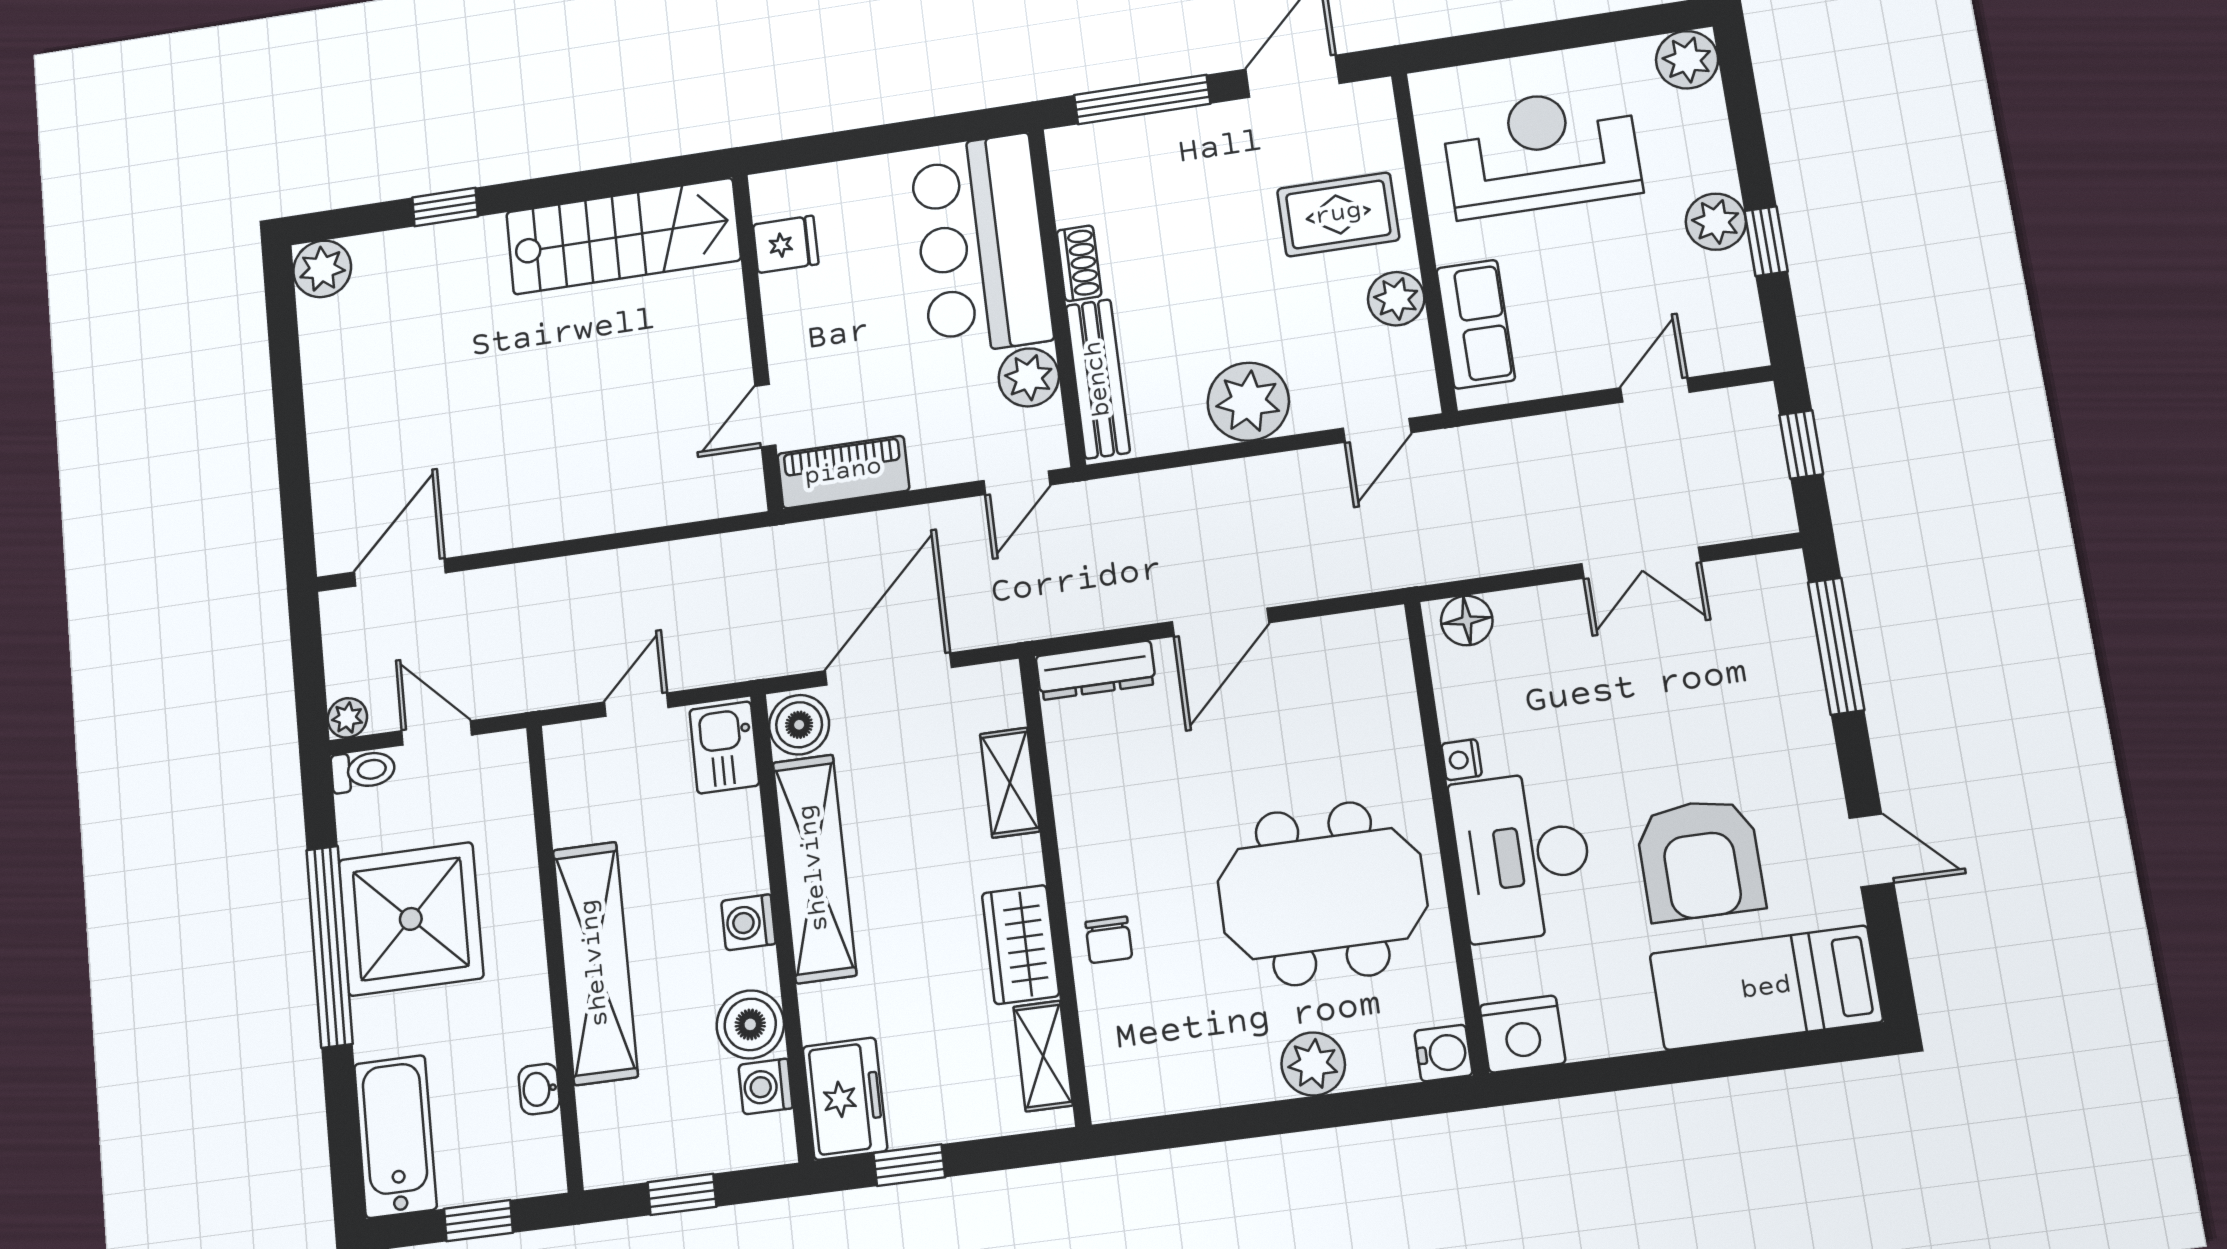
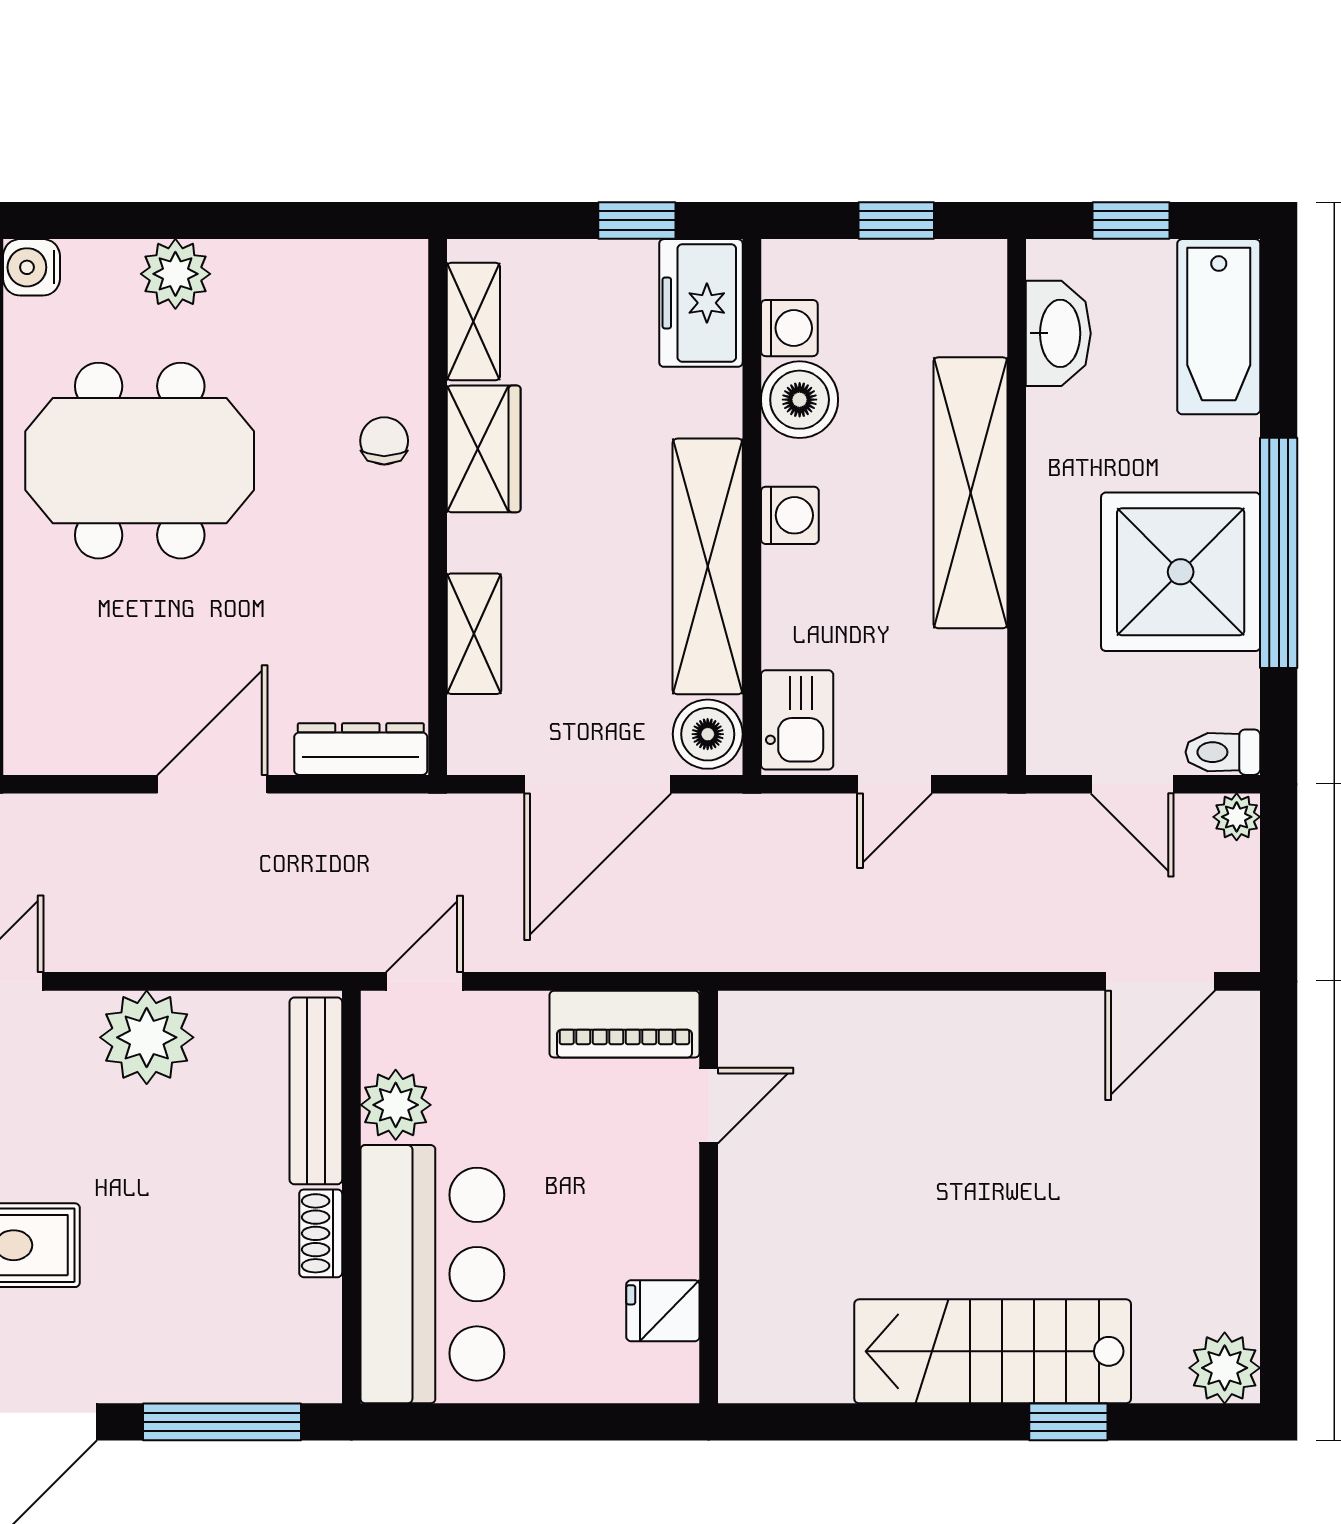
stairs: (623, 236) -> (993, 1351), moved
washbasin: (539, 1089) -> (1058, 333), width x1.91, depth x1.45

